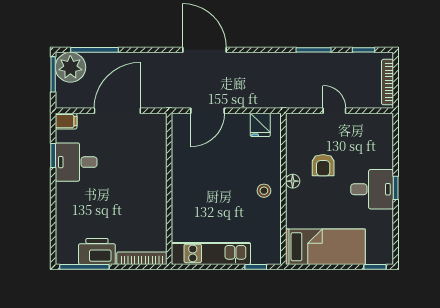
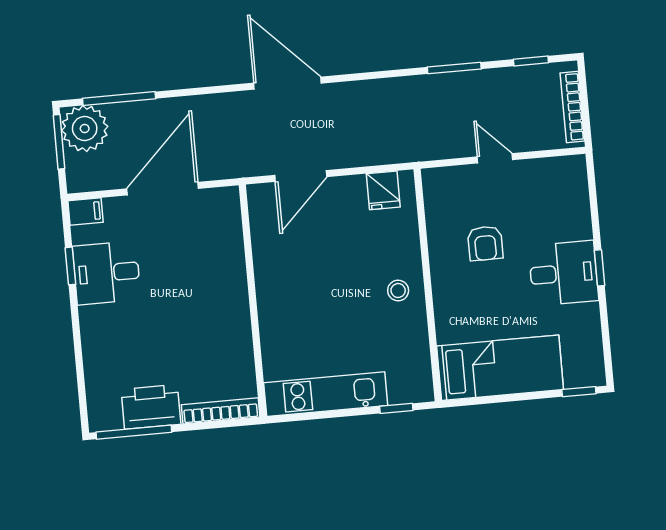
floor lamp: (293, 181) -> (441, 272), removed

